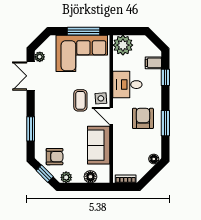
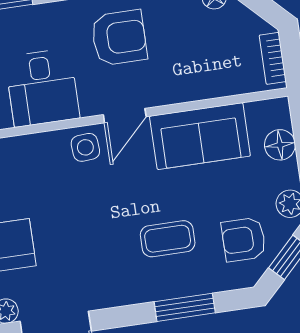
coffee table: (80, 100) -> (168, 239), moved
armchair: (143, 118) -> (119, 38), turned 180
armchair: (55, 157) -> (244, 239), turned -90

